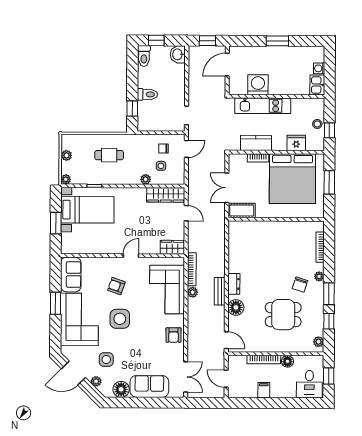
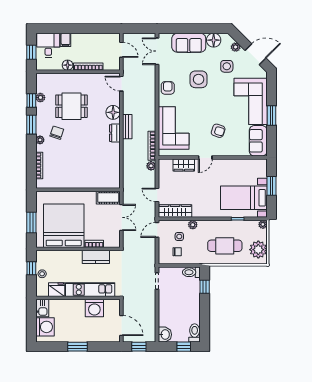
door: (227, 65) -> (121, 326), hinge flipped
washing machine: (319, 68) -> (45, 327), width x1.89, depth x1.89
toilet: (147, 94) -> (191, 272), moved
fridge: (296, 143) -> (57, 290), moved, turned 180
door: (186, 149) -> (157, 230), moved
plant: (66, 155) -> (258, 250), width x1.87, depth x1.87
cafe table: (109, 155) -> (225, 246), width x1.37, depth x1.35
wardrobe: (172, 247) -> (184, 165), moved
plant: (193, 292) -> (151, 166), moved
side table: (120, 319) -> (199, 79), moved
plant: (318, 342) -> (40, 98), moved
filing cabinet: (264, 390) -> (66, 40), moved

